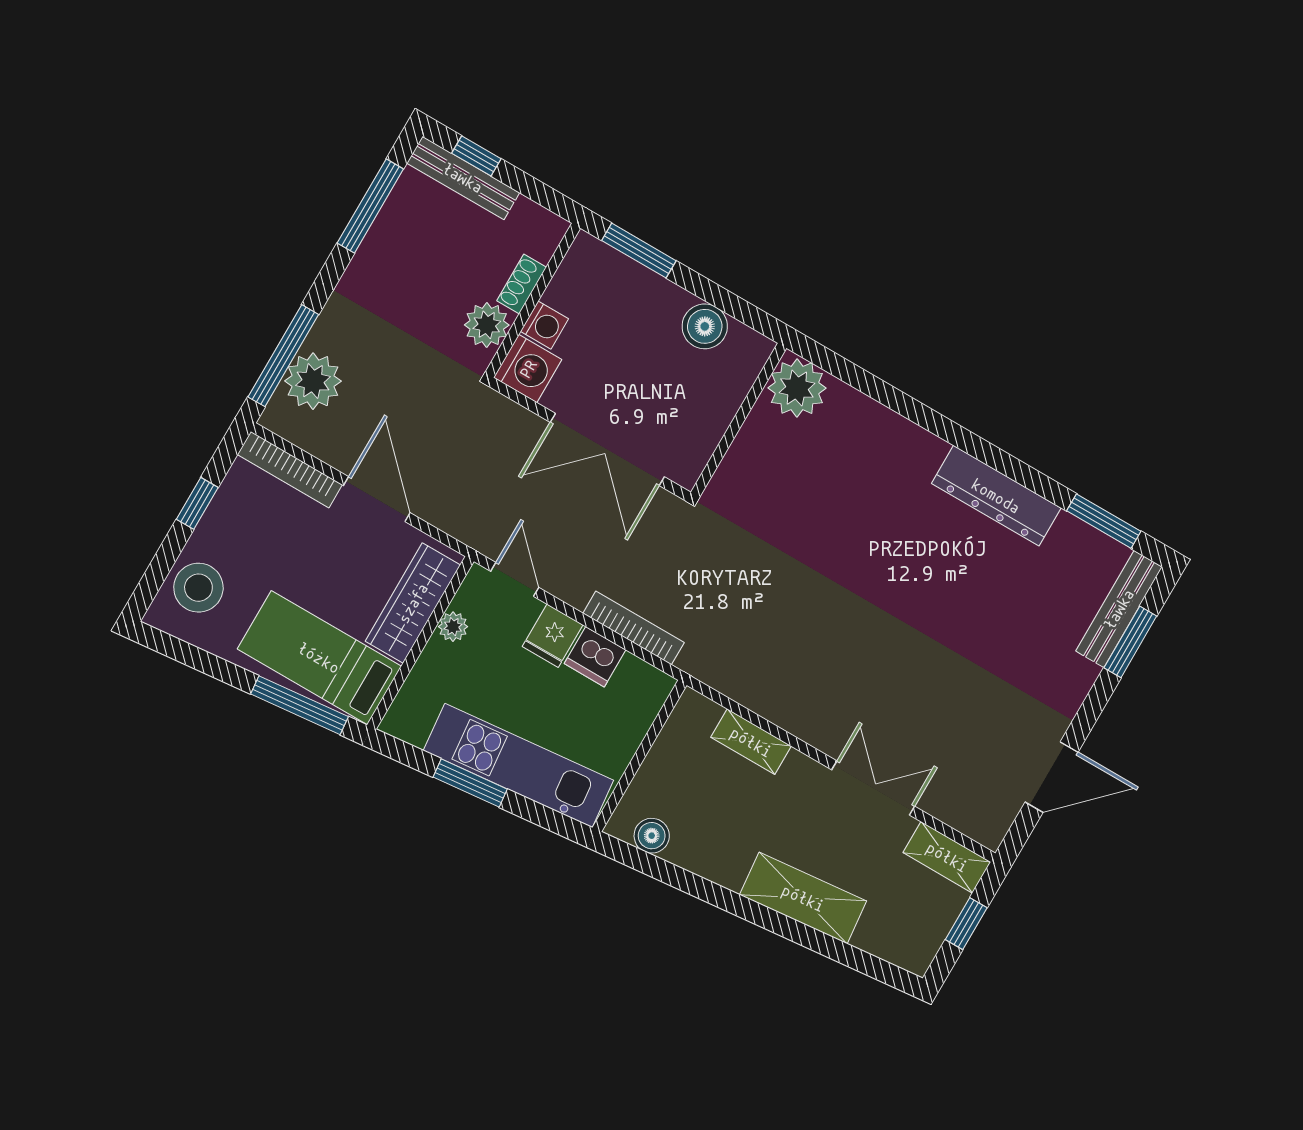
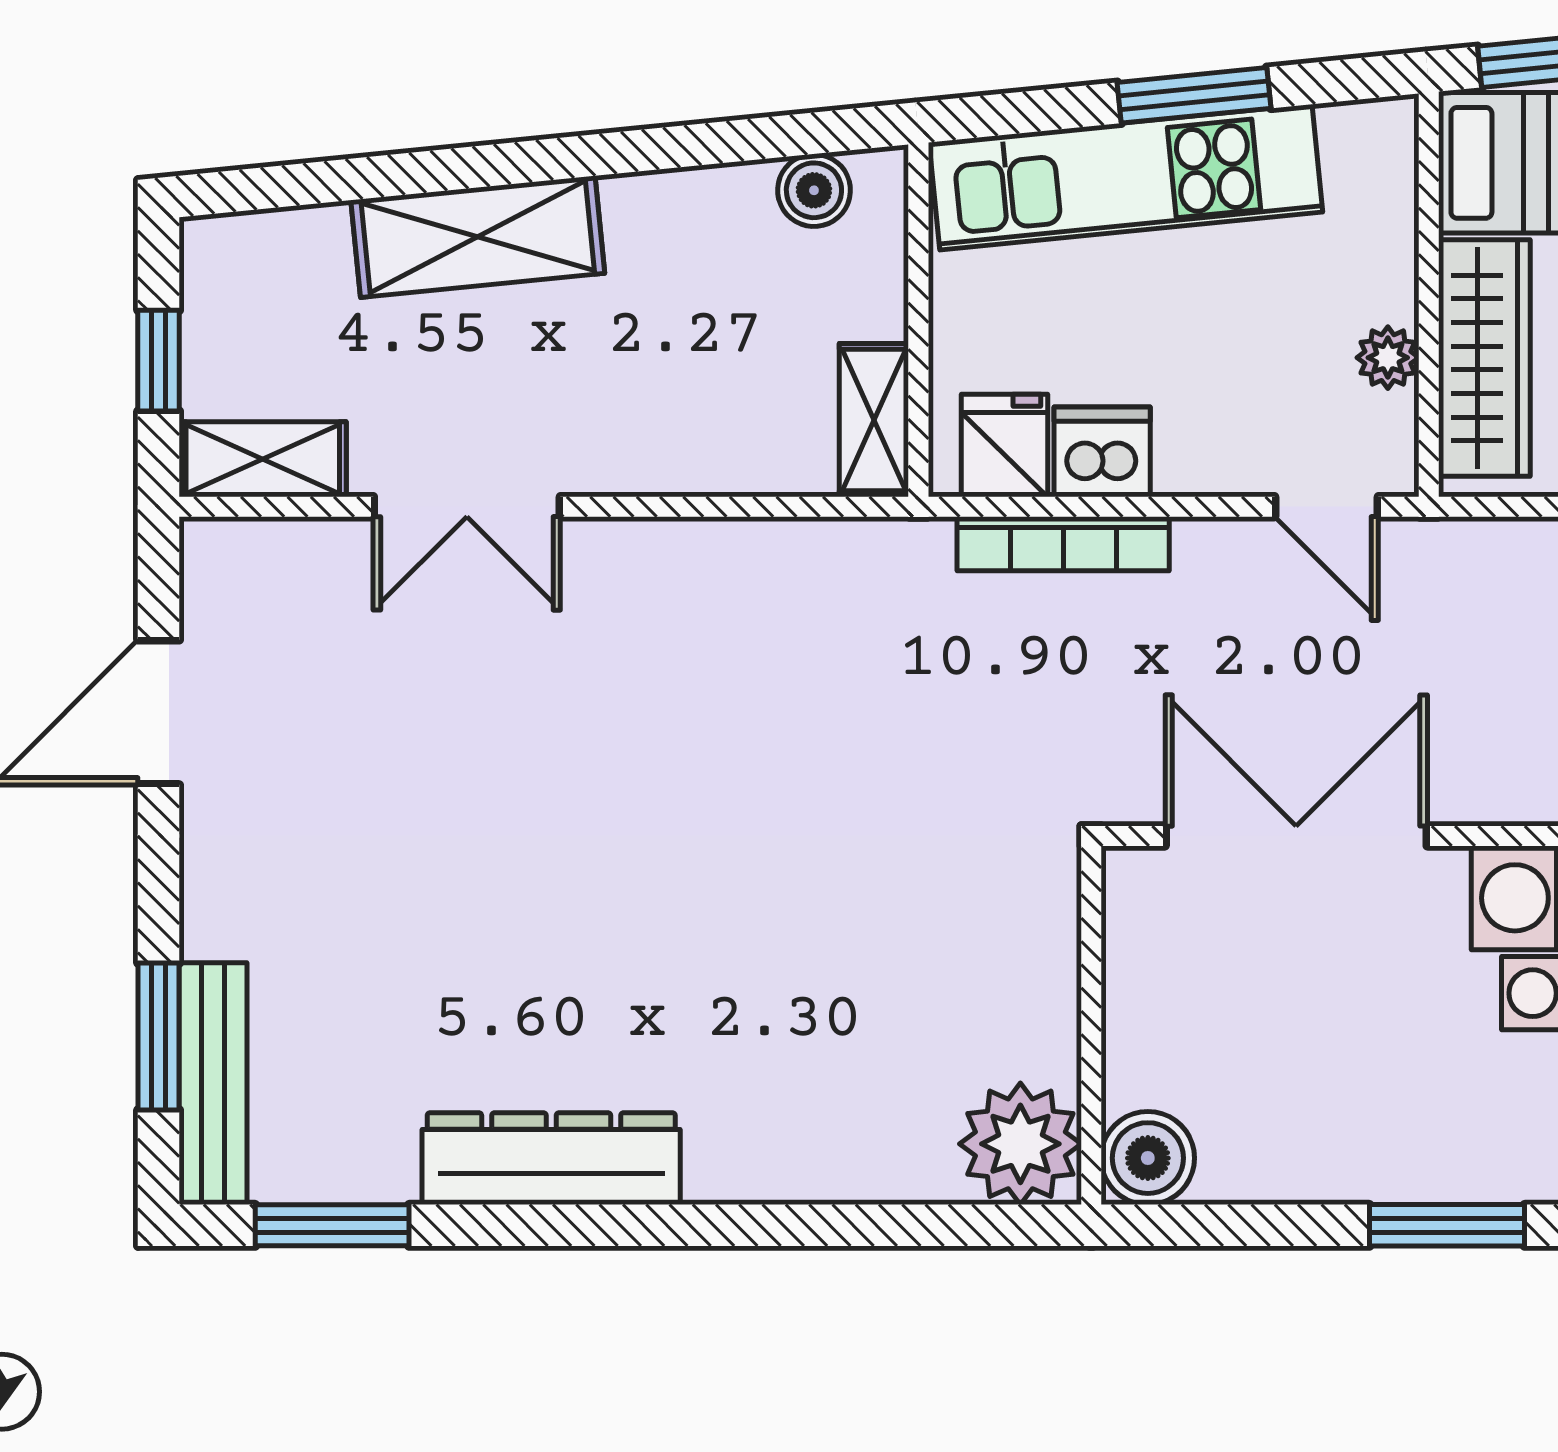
boiler: (705, 326) -> (1148, 1158), moved
fridge: (553, 636) -> (1004, 445), moved
shelving: (751, 742) -> (874, 420), moved, turned 90

